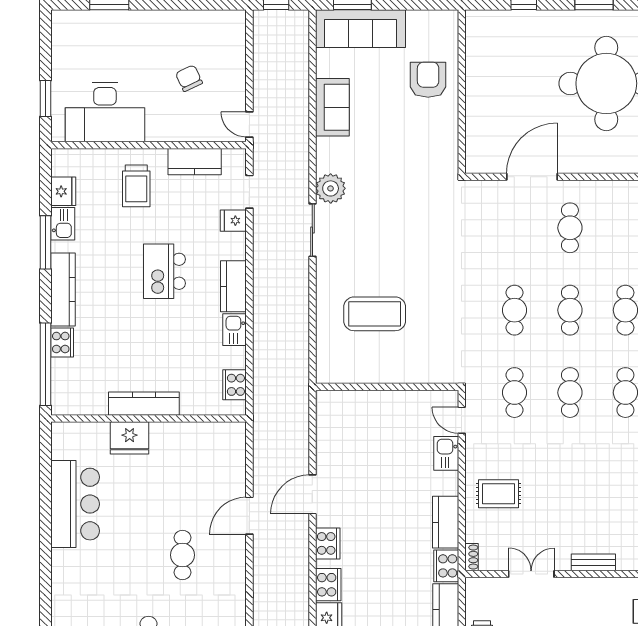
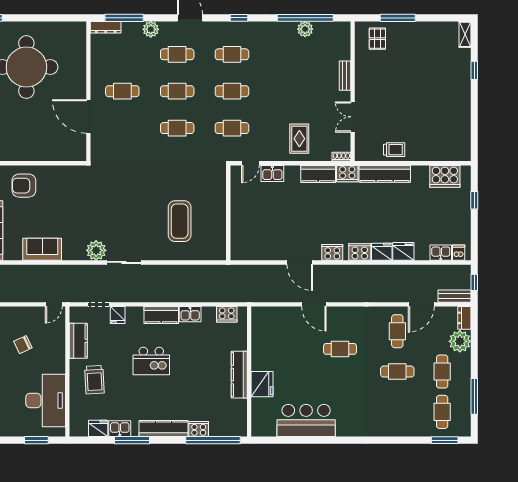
trolley: (136, 186) -> (94, 380), turned 87

